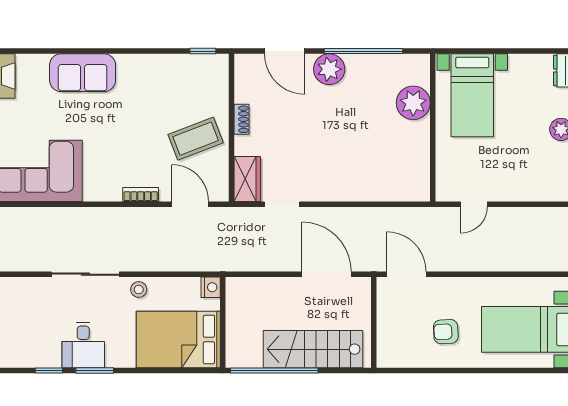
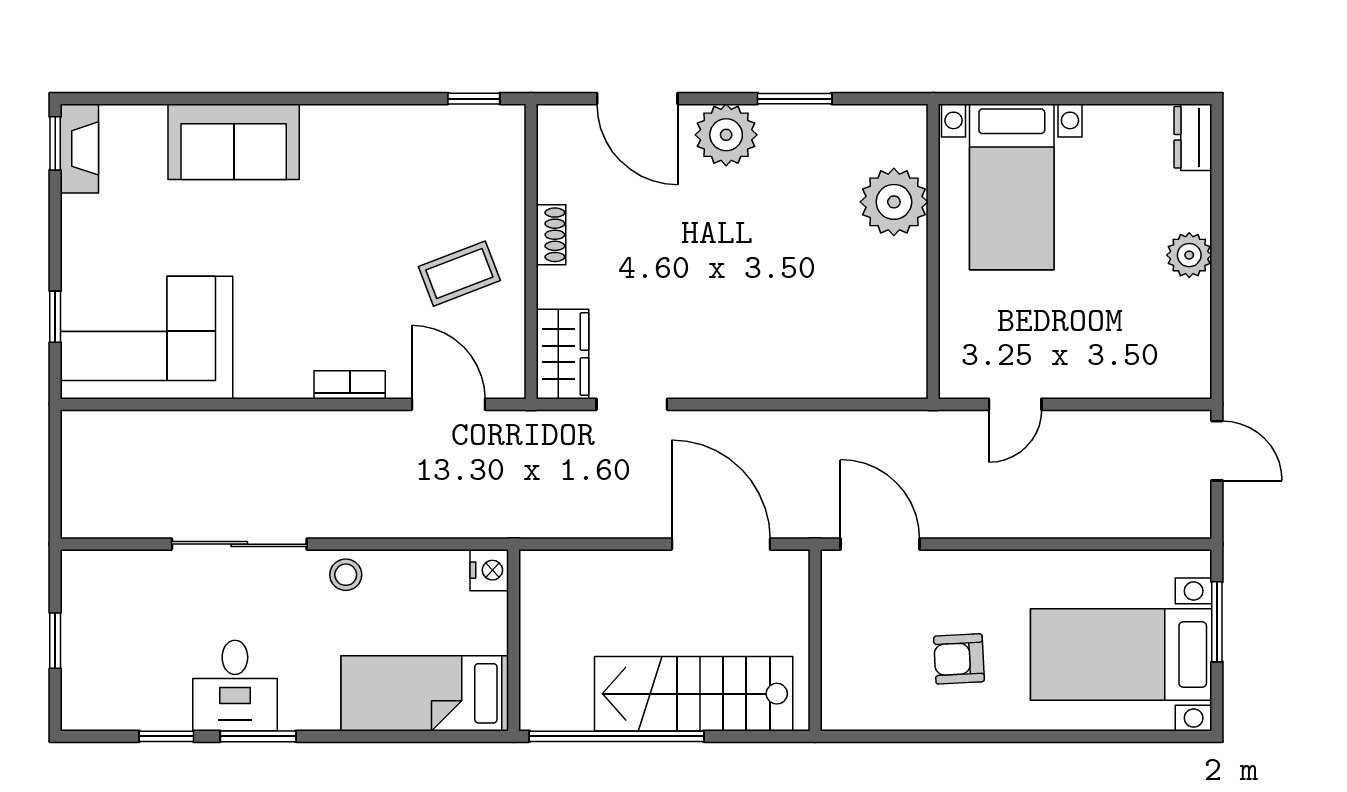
window: (364, 51) -> (795, 99), width x0.47
coffee table: (196, 139) -> (459, 274), width x0.73, depth x0.77
bed: (178, 339) -> (425, 693), width x0.67

